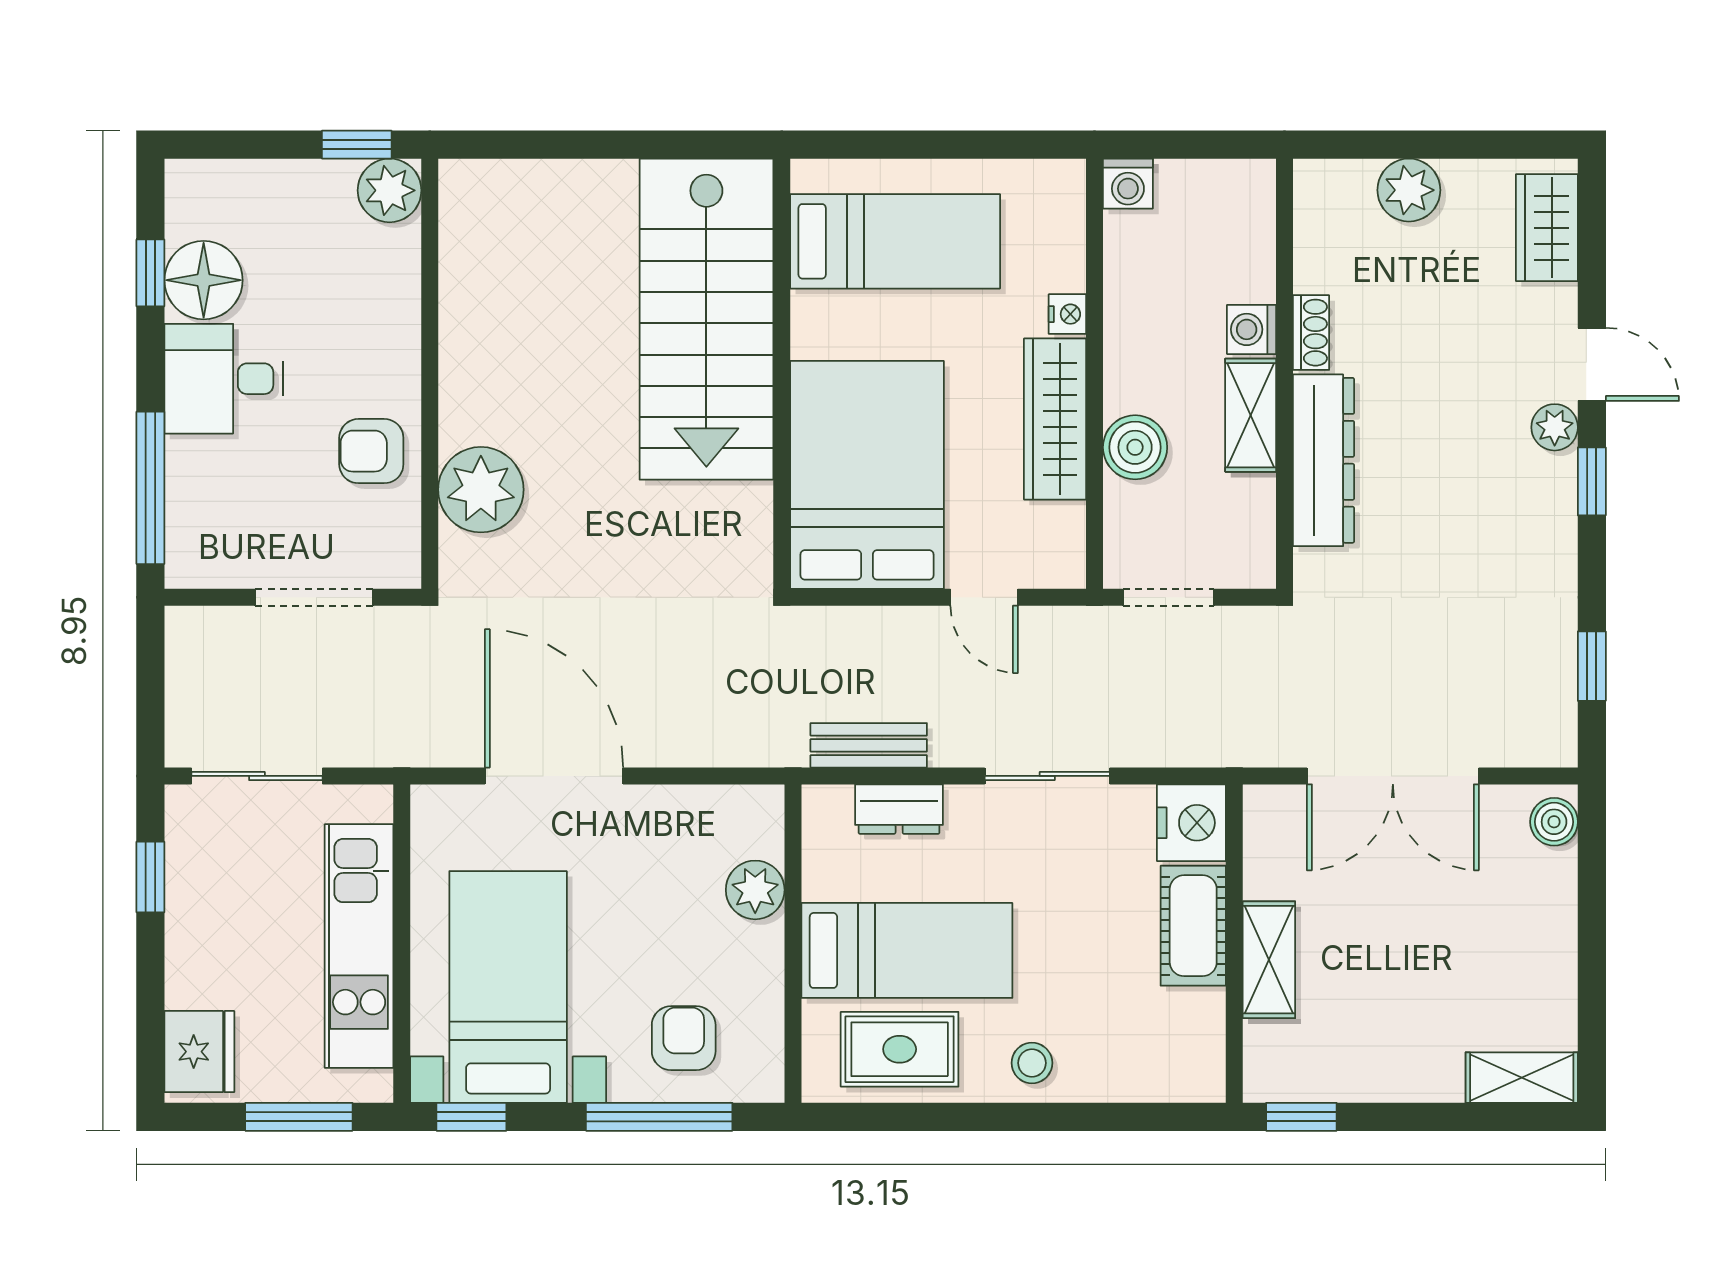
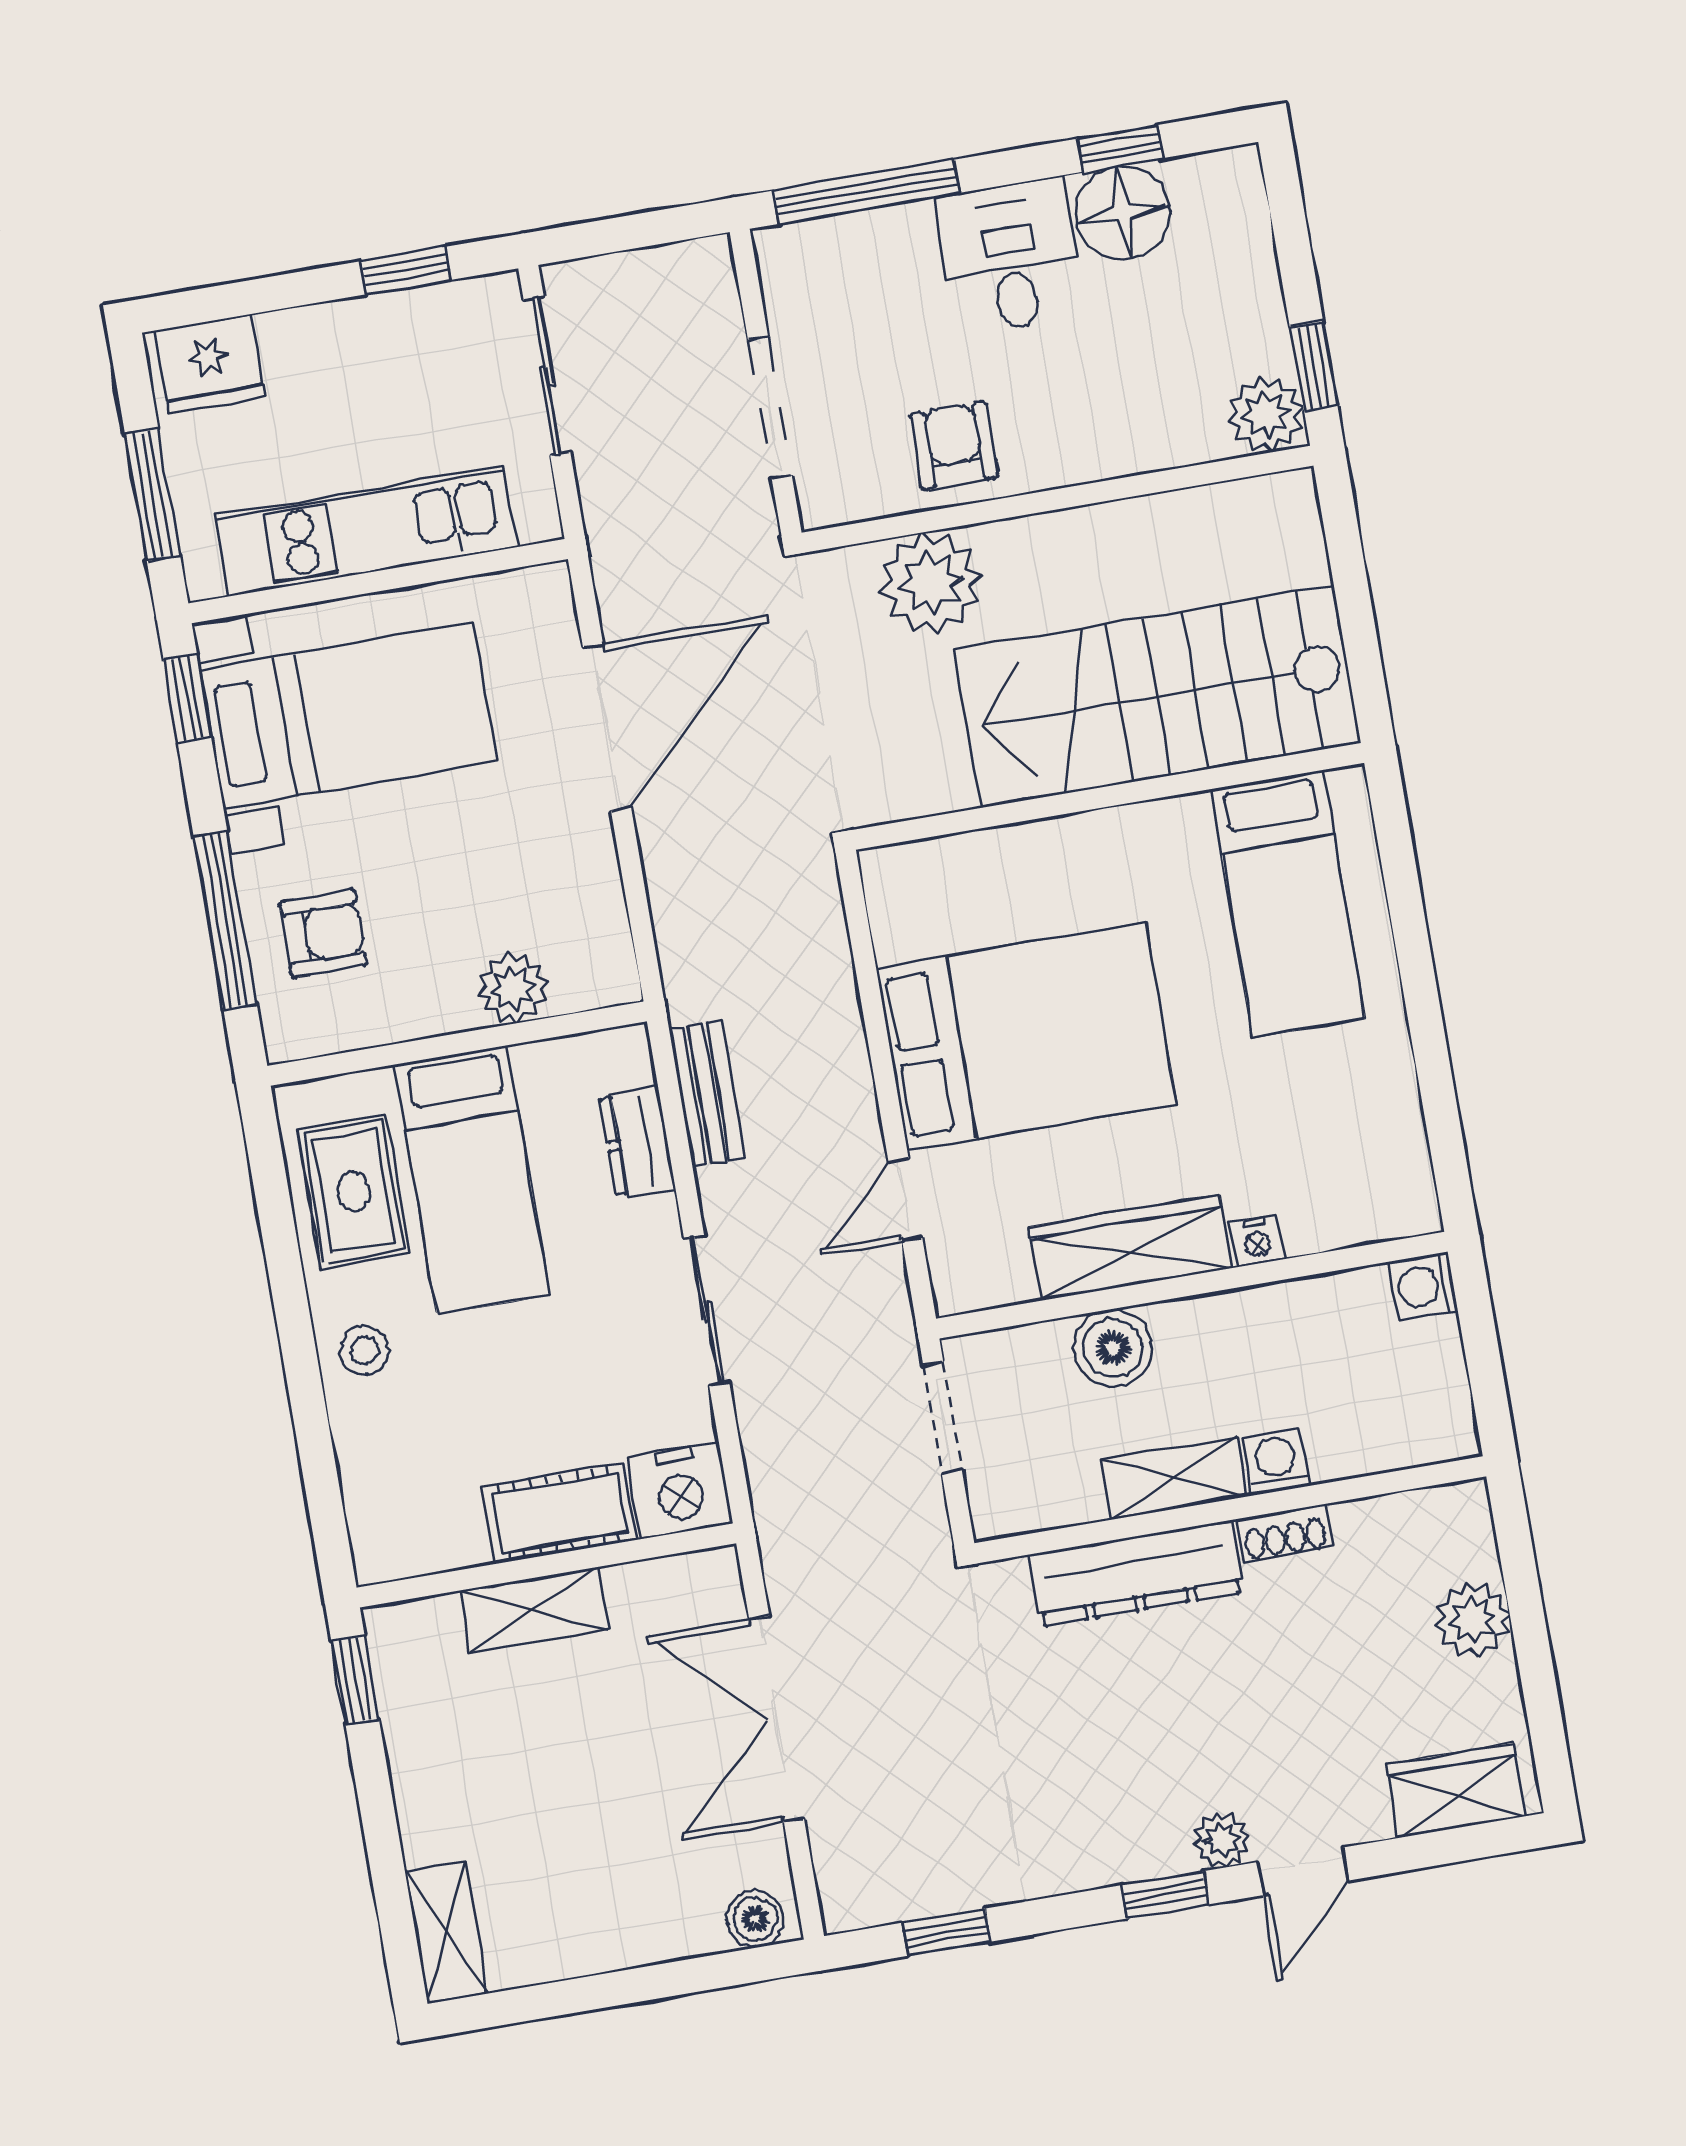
bed: (895, 241) -> (1288, 904), moved
stairs: (706, 319) -> (1158, 696), moved
wall: (782, 374) -> (1108, 796), moved

